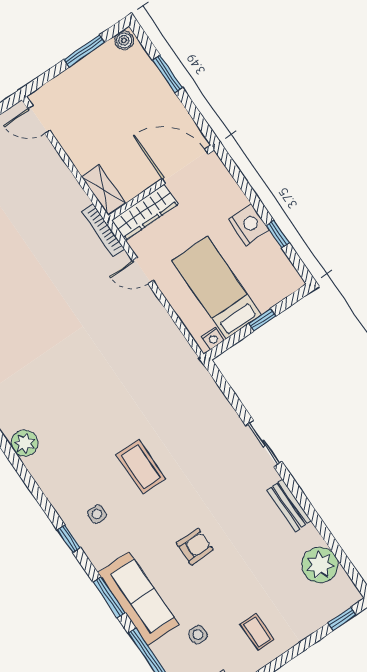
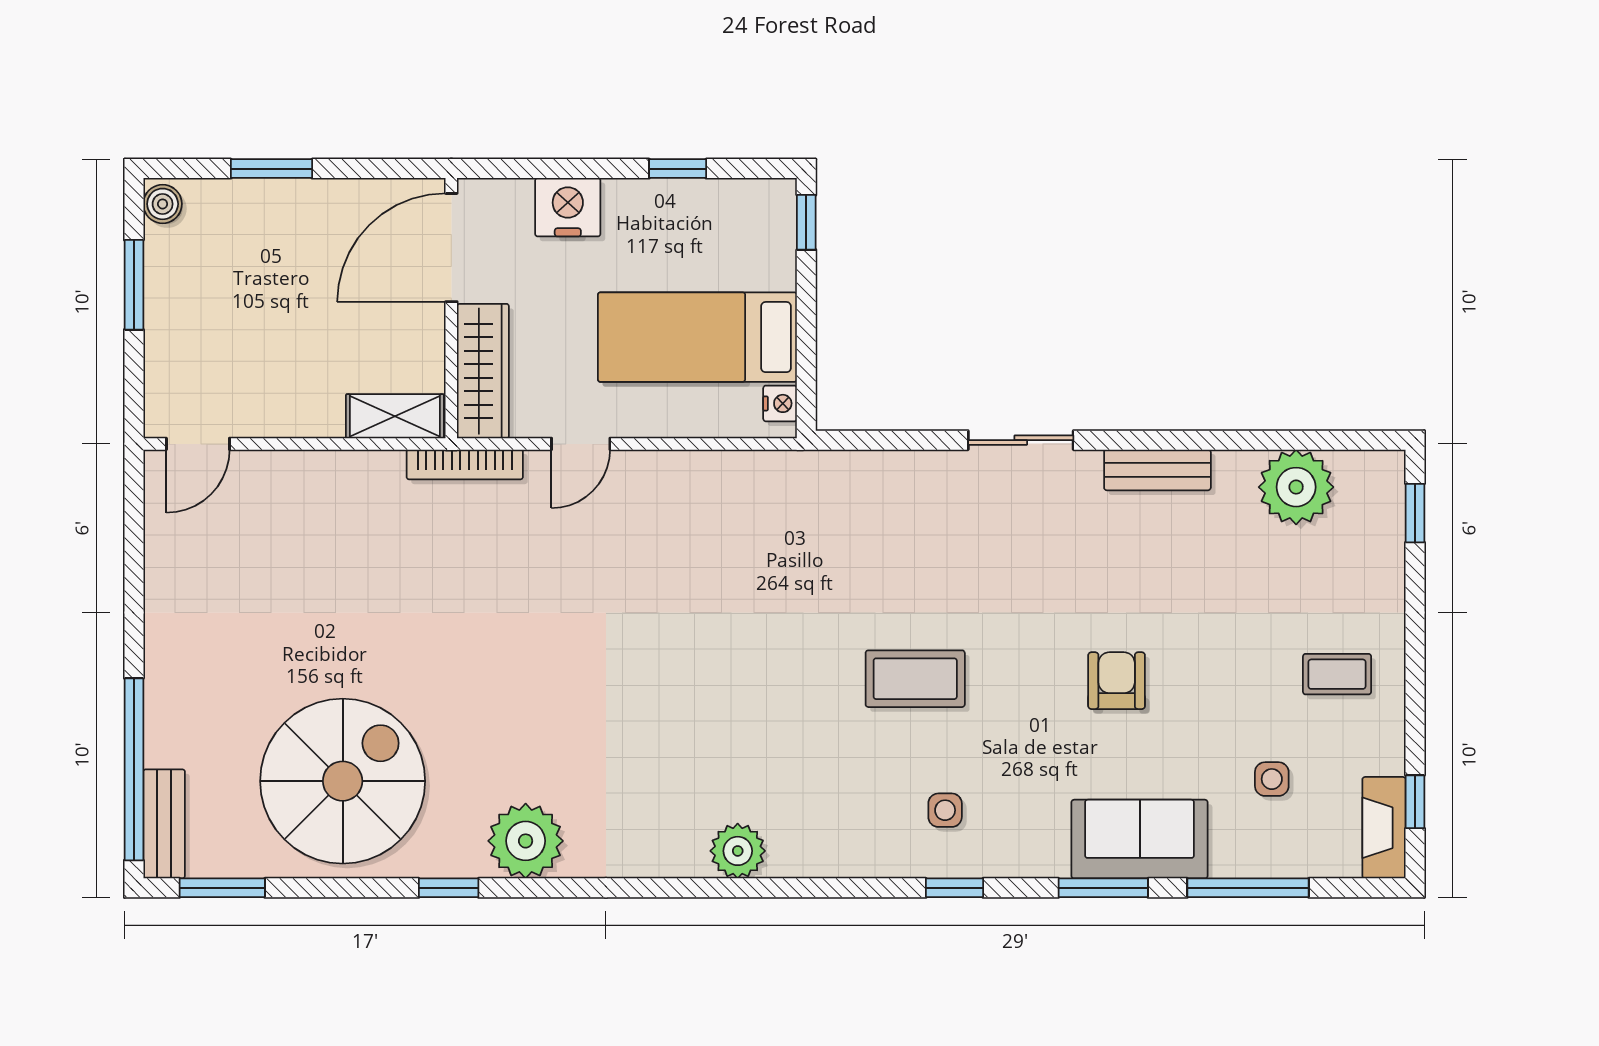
nightstand: (249, 225) -> (568, 207), moved
window: (262, 320) -> (806, 222), moved
sofa: (138, 599) -> (1140, 839), width x0.73

